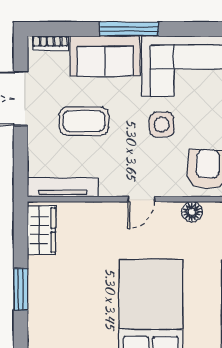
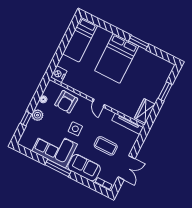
window: (129, 29) -> (58, 168), moved
door: (141, 199) -> (99, 103), swing flipped
floor lamp: (192, 212) -> (81, 88), removed

